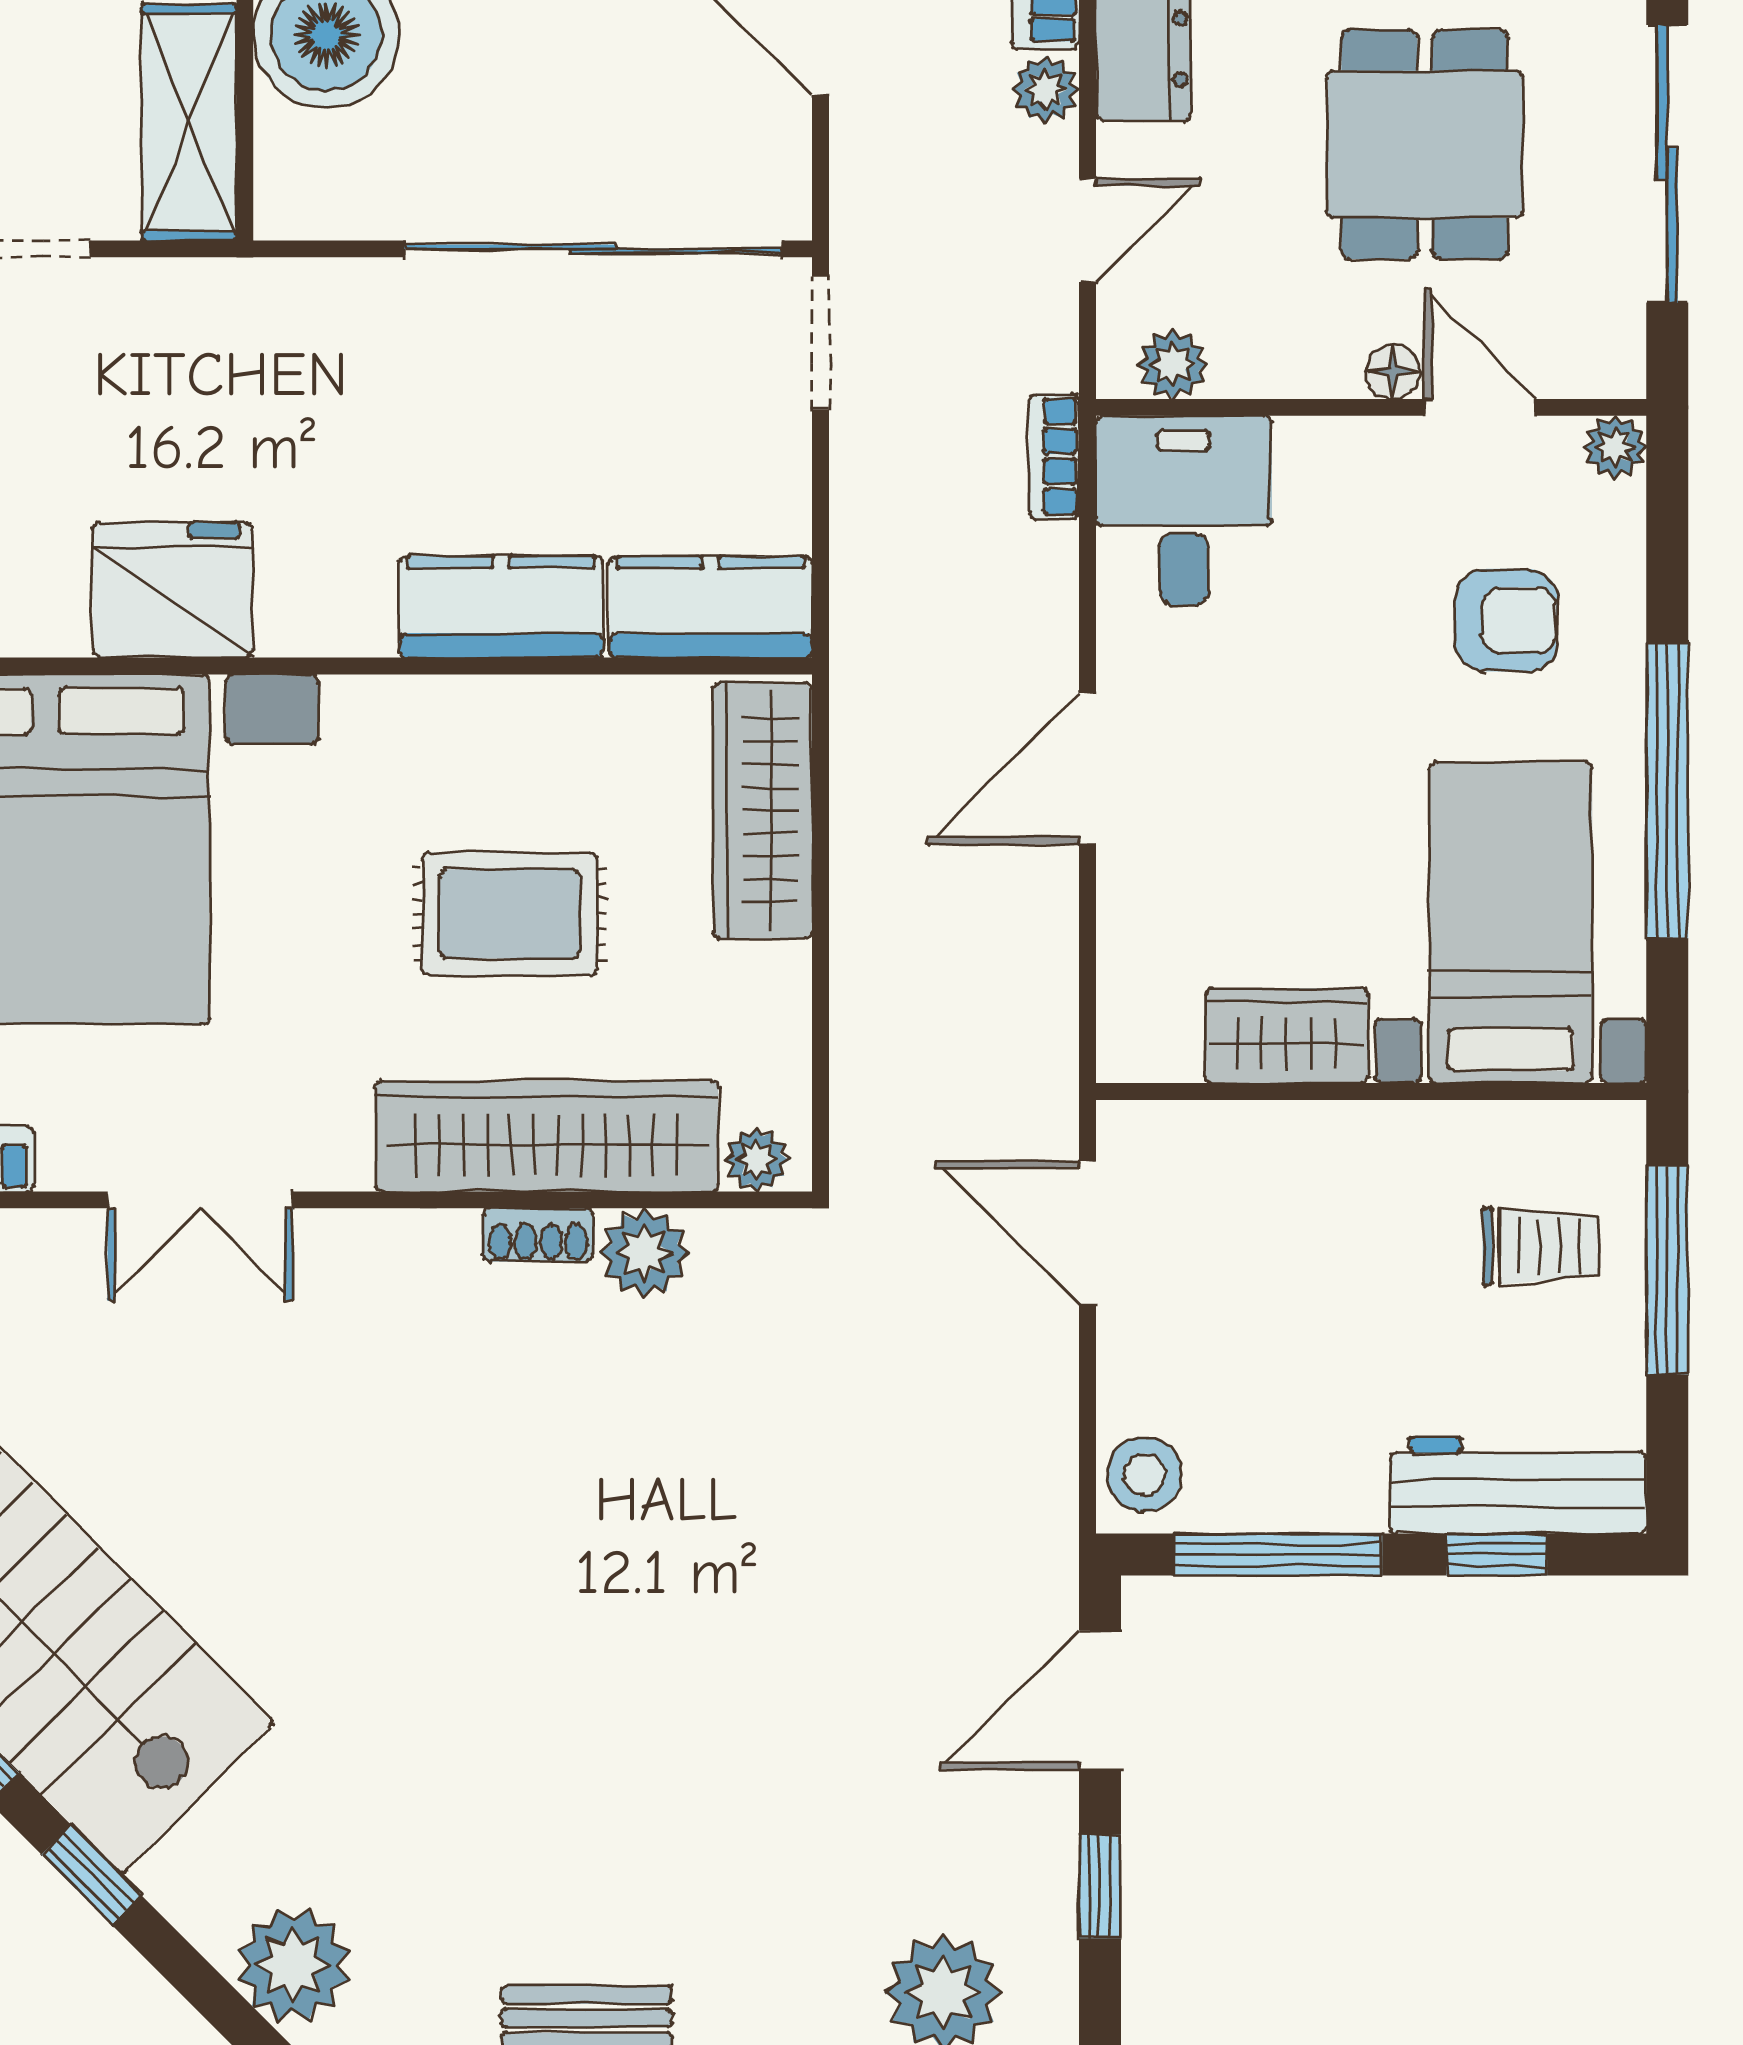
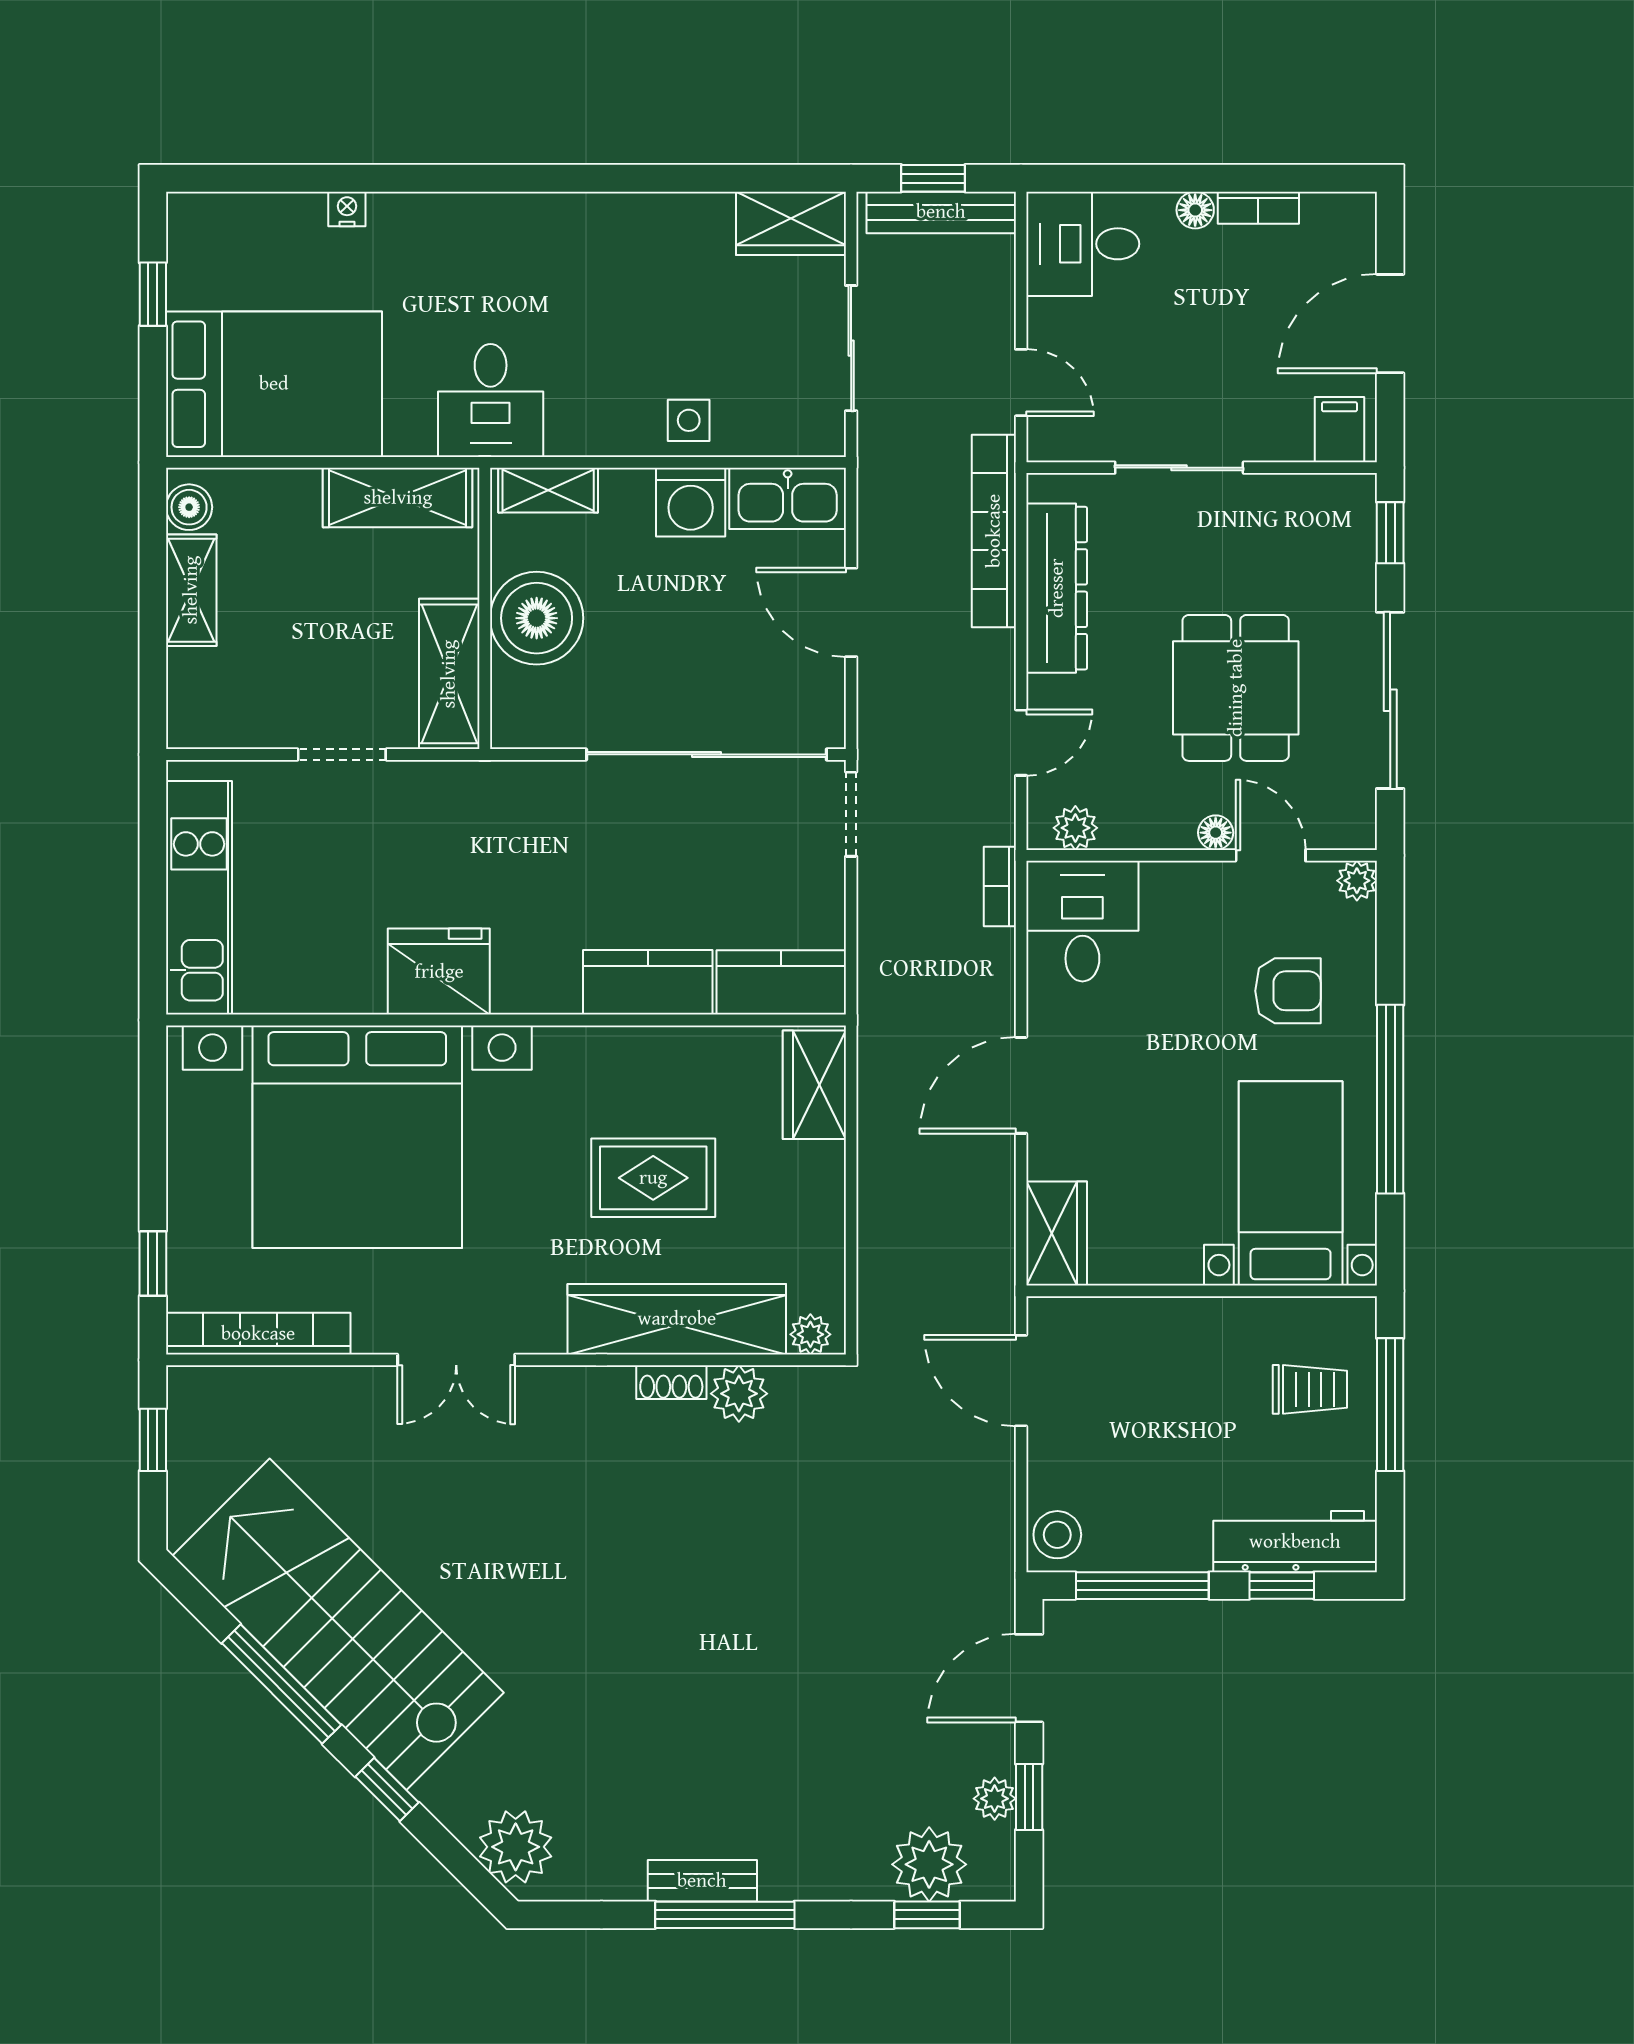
plant: (1046, 89) -> (995, 1799), moved
wardrobe: (763, 810) -> (814, 1085), width x0.67
wardrobe: (1287, 1036) -> (1057, 1233), moved, turned 90

